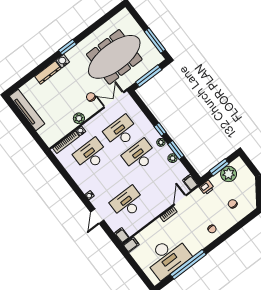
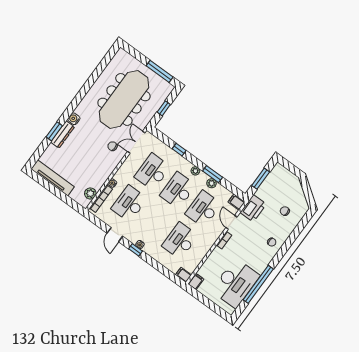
window: (67, 47) -> (54, 131), moved
window: (149, 76) -> (164, 108), width x0.46
plant: (79, 118) -> (90, 193), moved
window: (160, 129) -> (179, 150), moved
plant: (229, 174) -> (272, 183), removed
desk: (158, 180) -> (203, 209), added
printer: (207, 188) -> (253, 208), width x1.87, depth x1.48
window: (84, 199) -> (136, 250), added
door: (97, 216) -> (115, 235), moved

